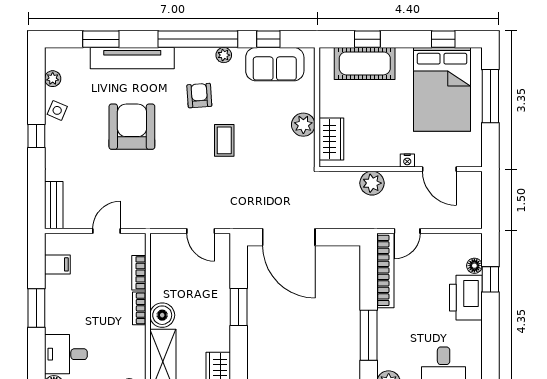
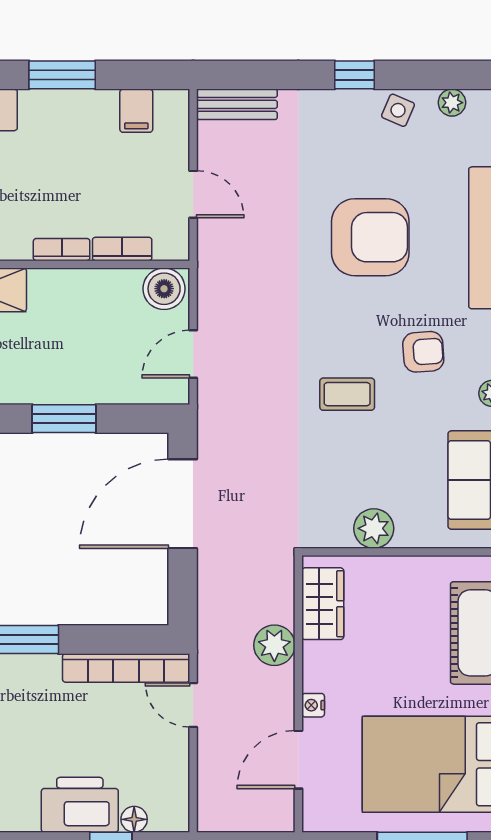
wardrobe: (331, 139) -> (323, 604), moved, turned -90
boiler: (162, 315) -> (164, 289), moved

